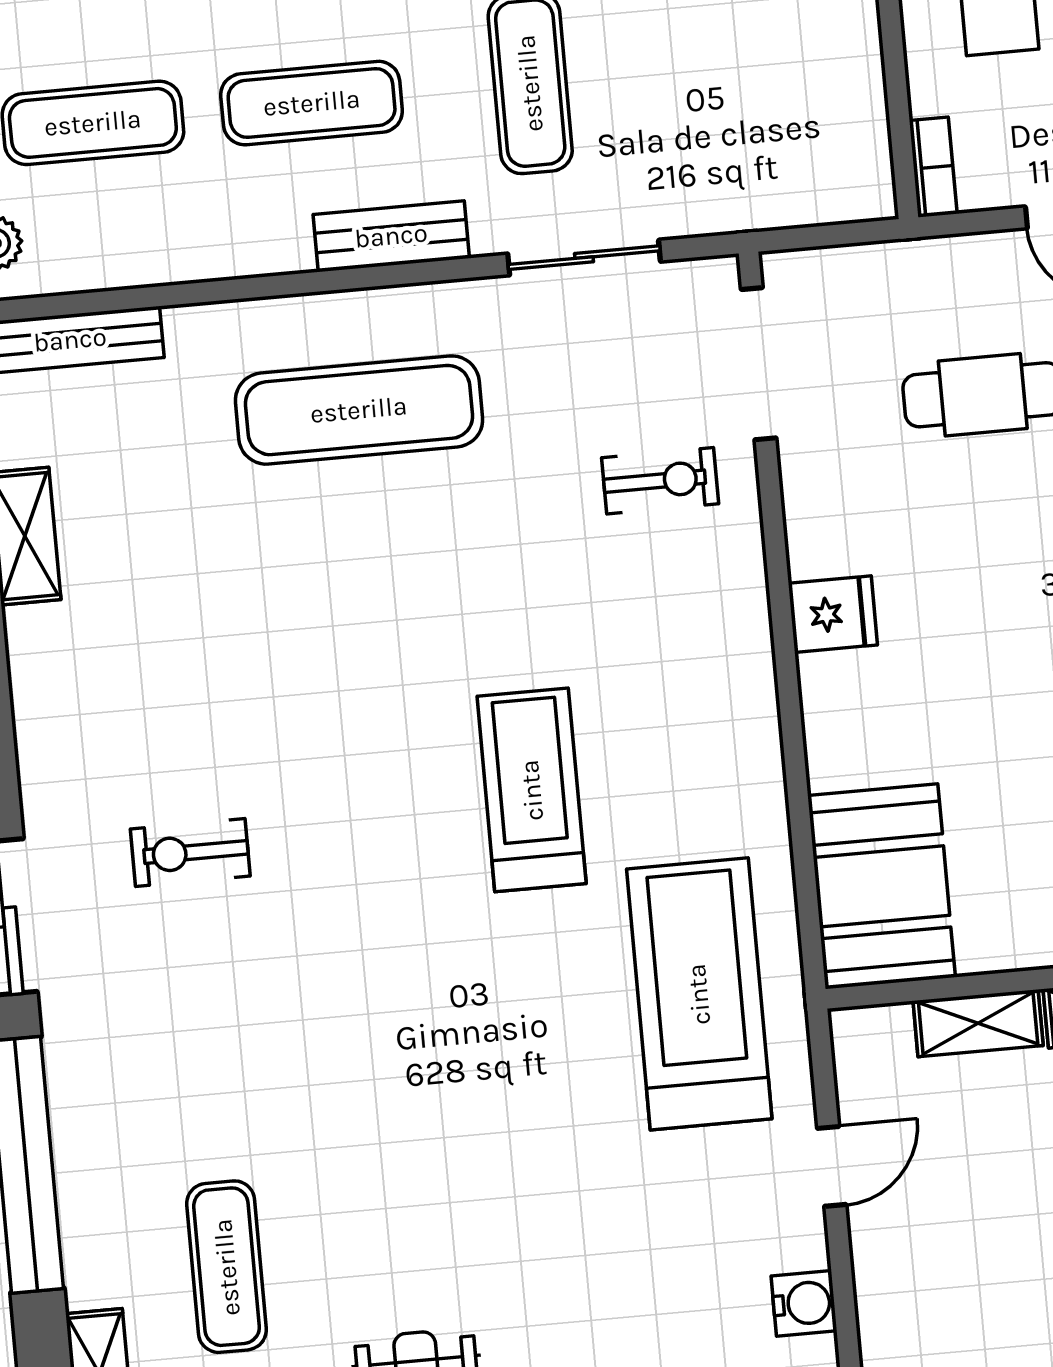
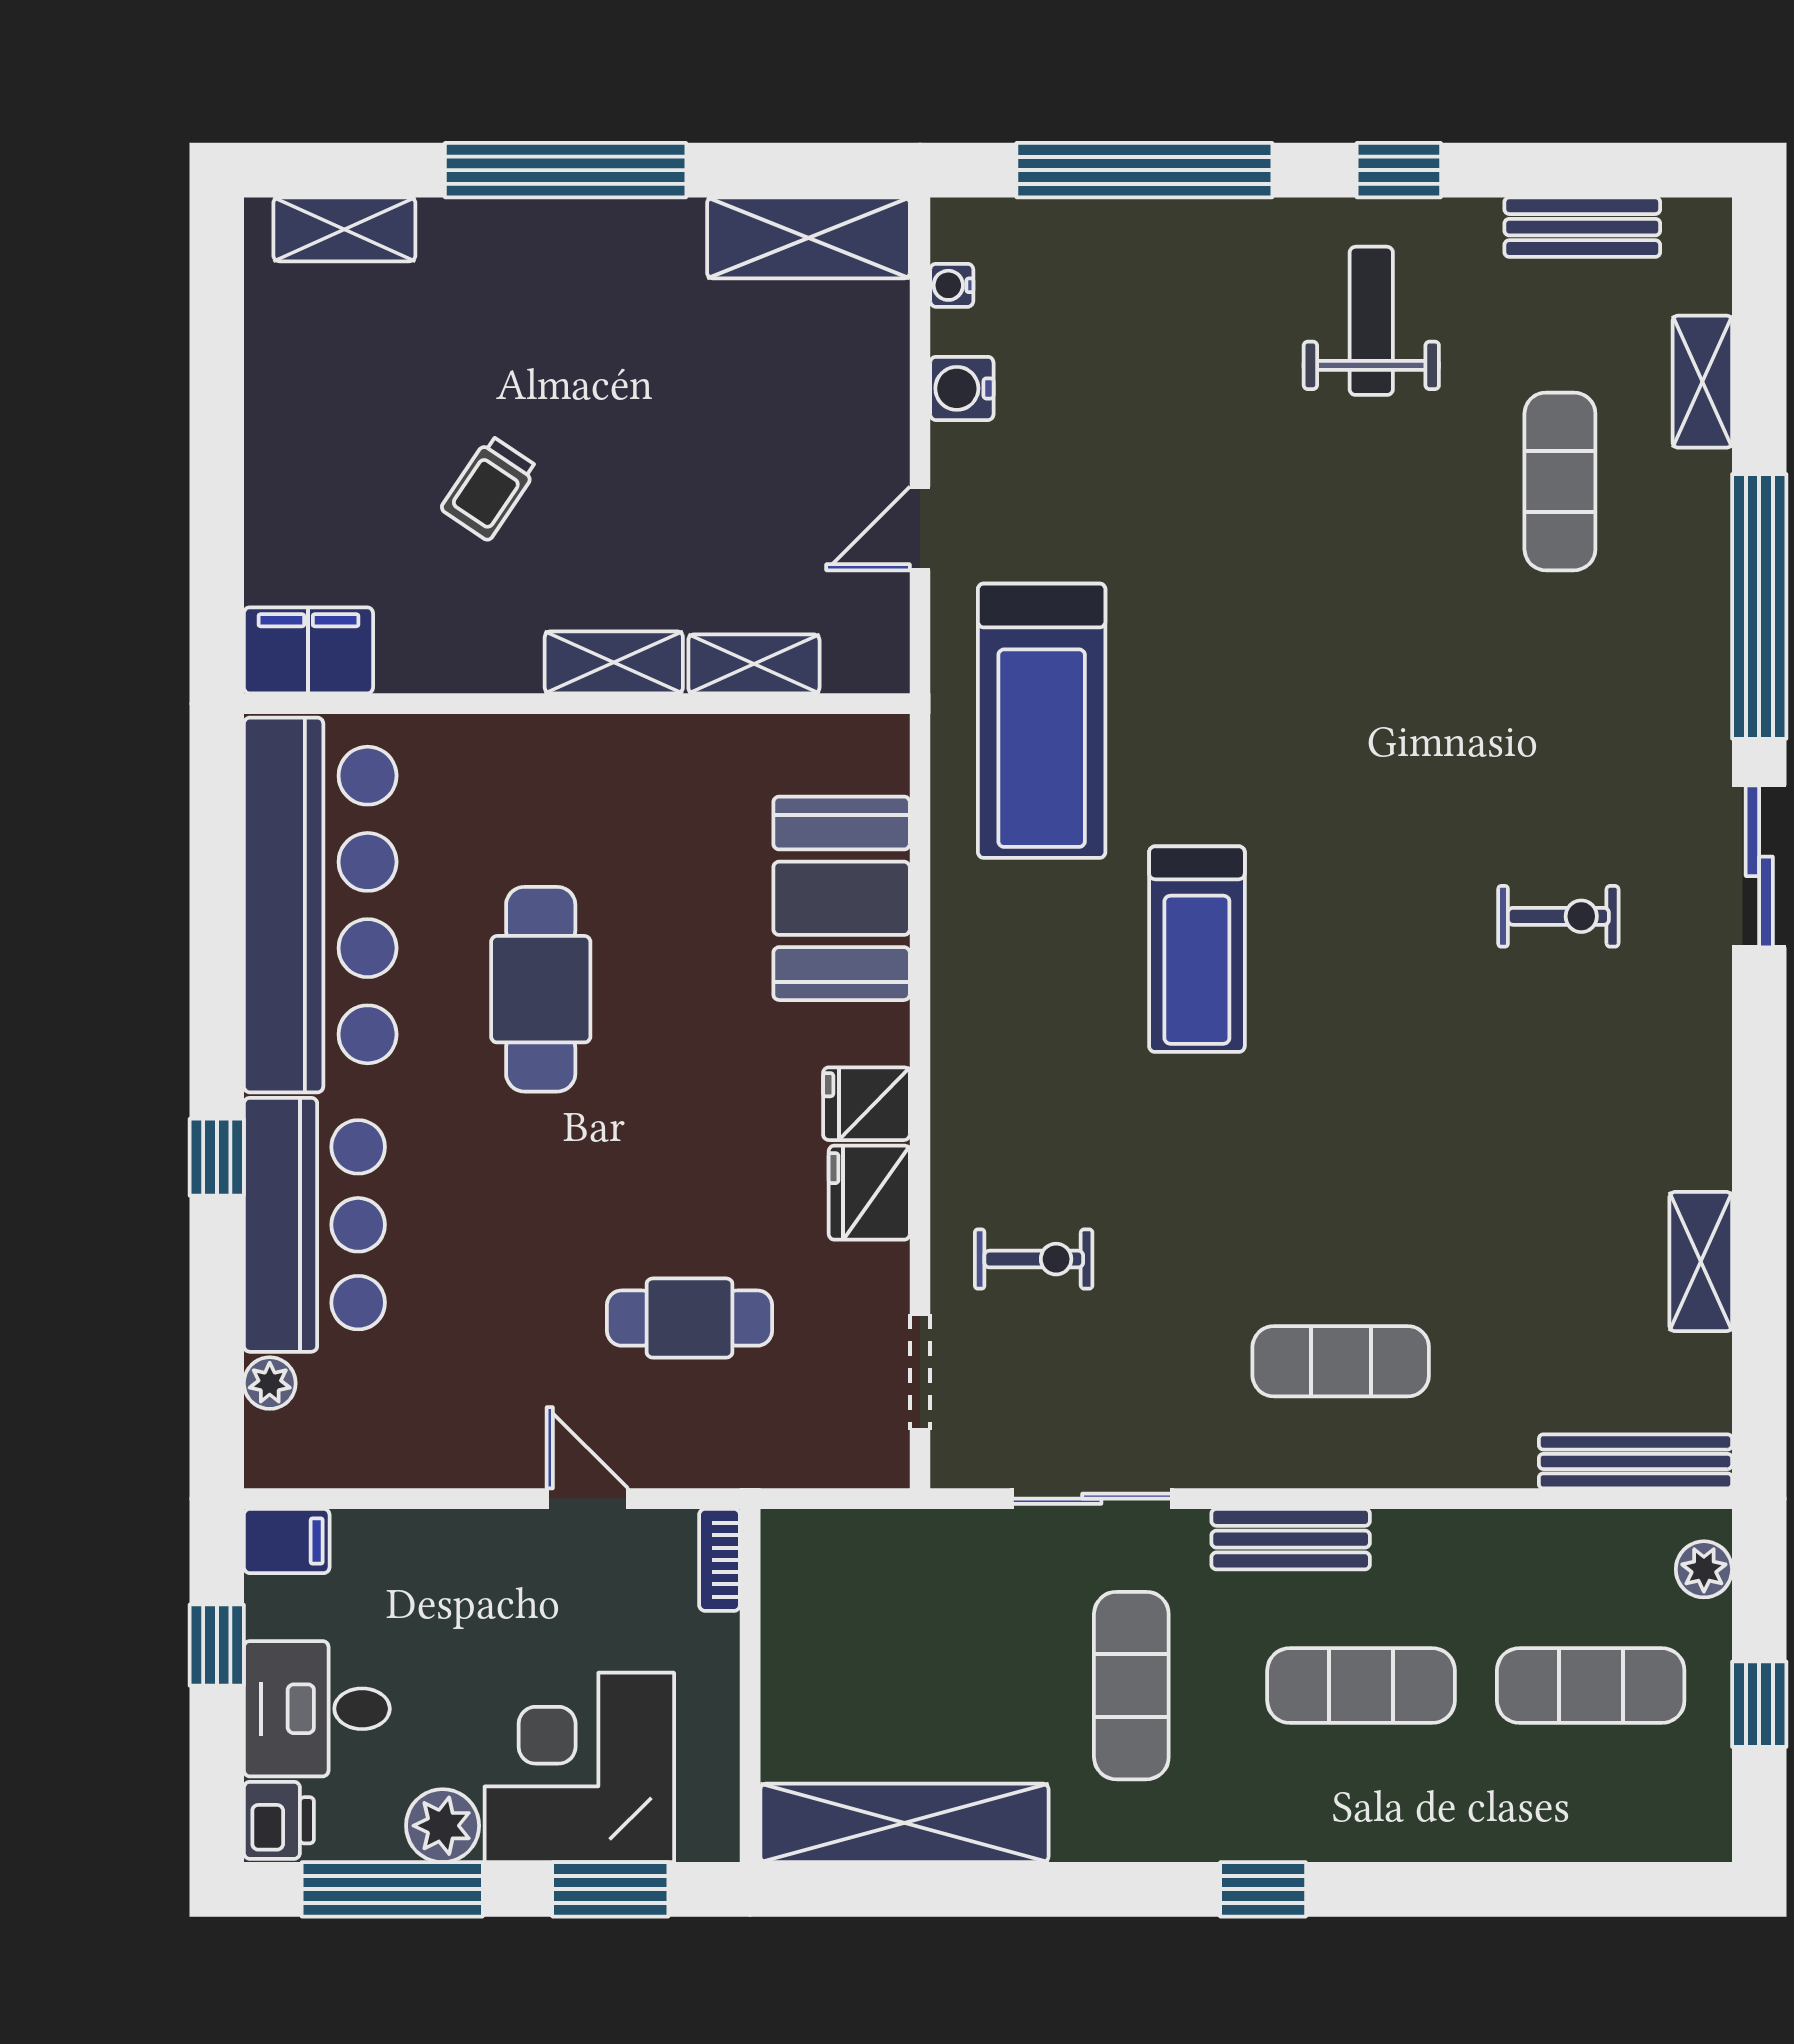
doorway: (759, 364) -> (920, 1372), width x0.73
exercise mat: (359, 410) -> (1341, 1361), width x0.73, depth x0.69
exercise bike: (660, 481) -> (1034, 1259), turned 180
fridge: (822, 530) -> (869, 1193), added
booth: (882, 886) -> (842, 898), moved

